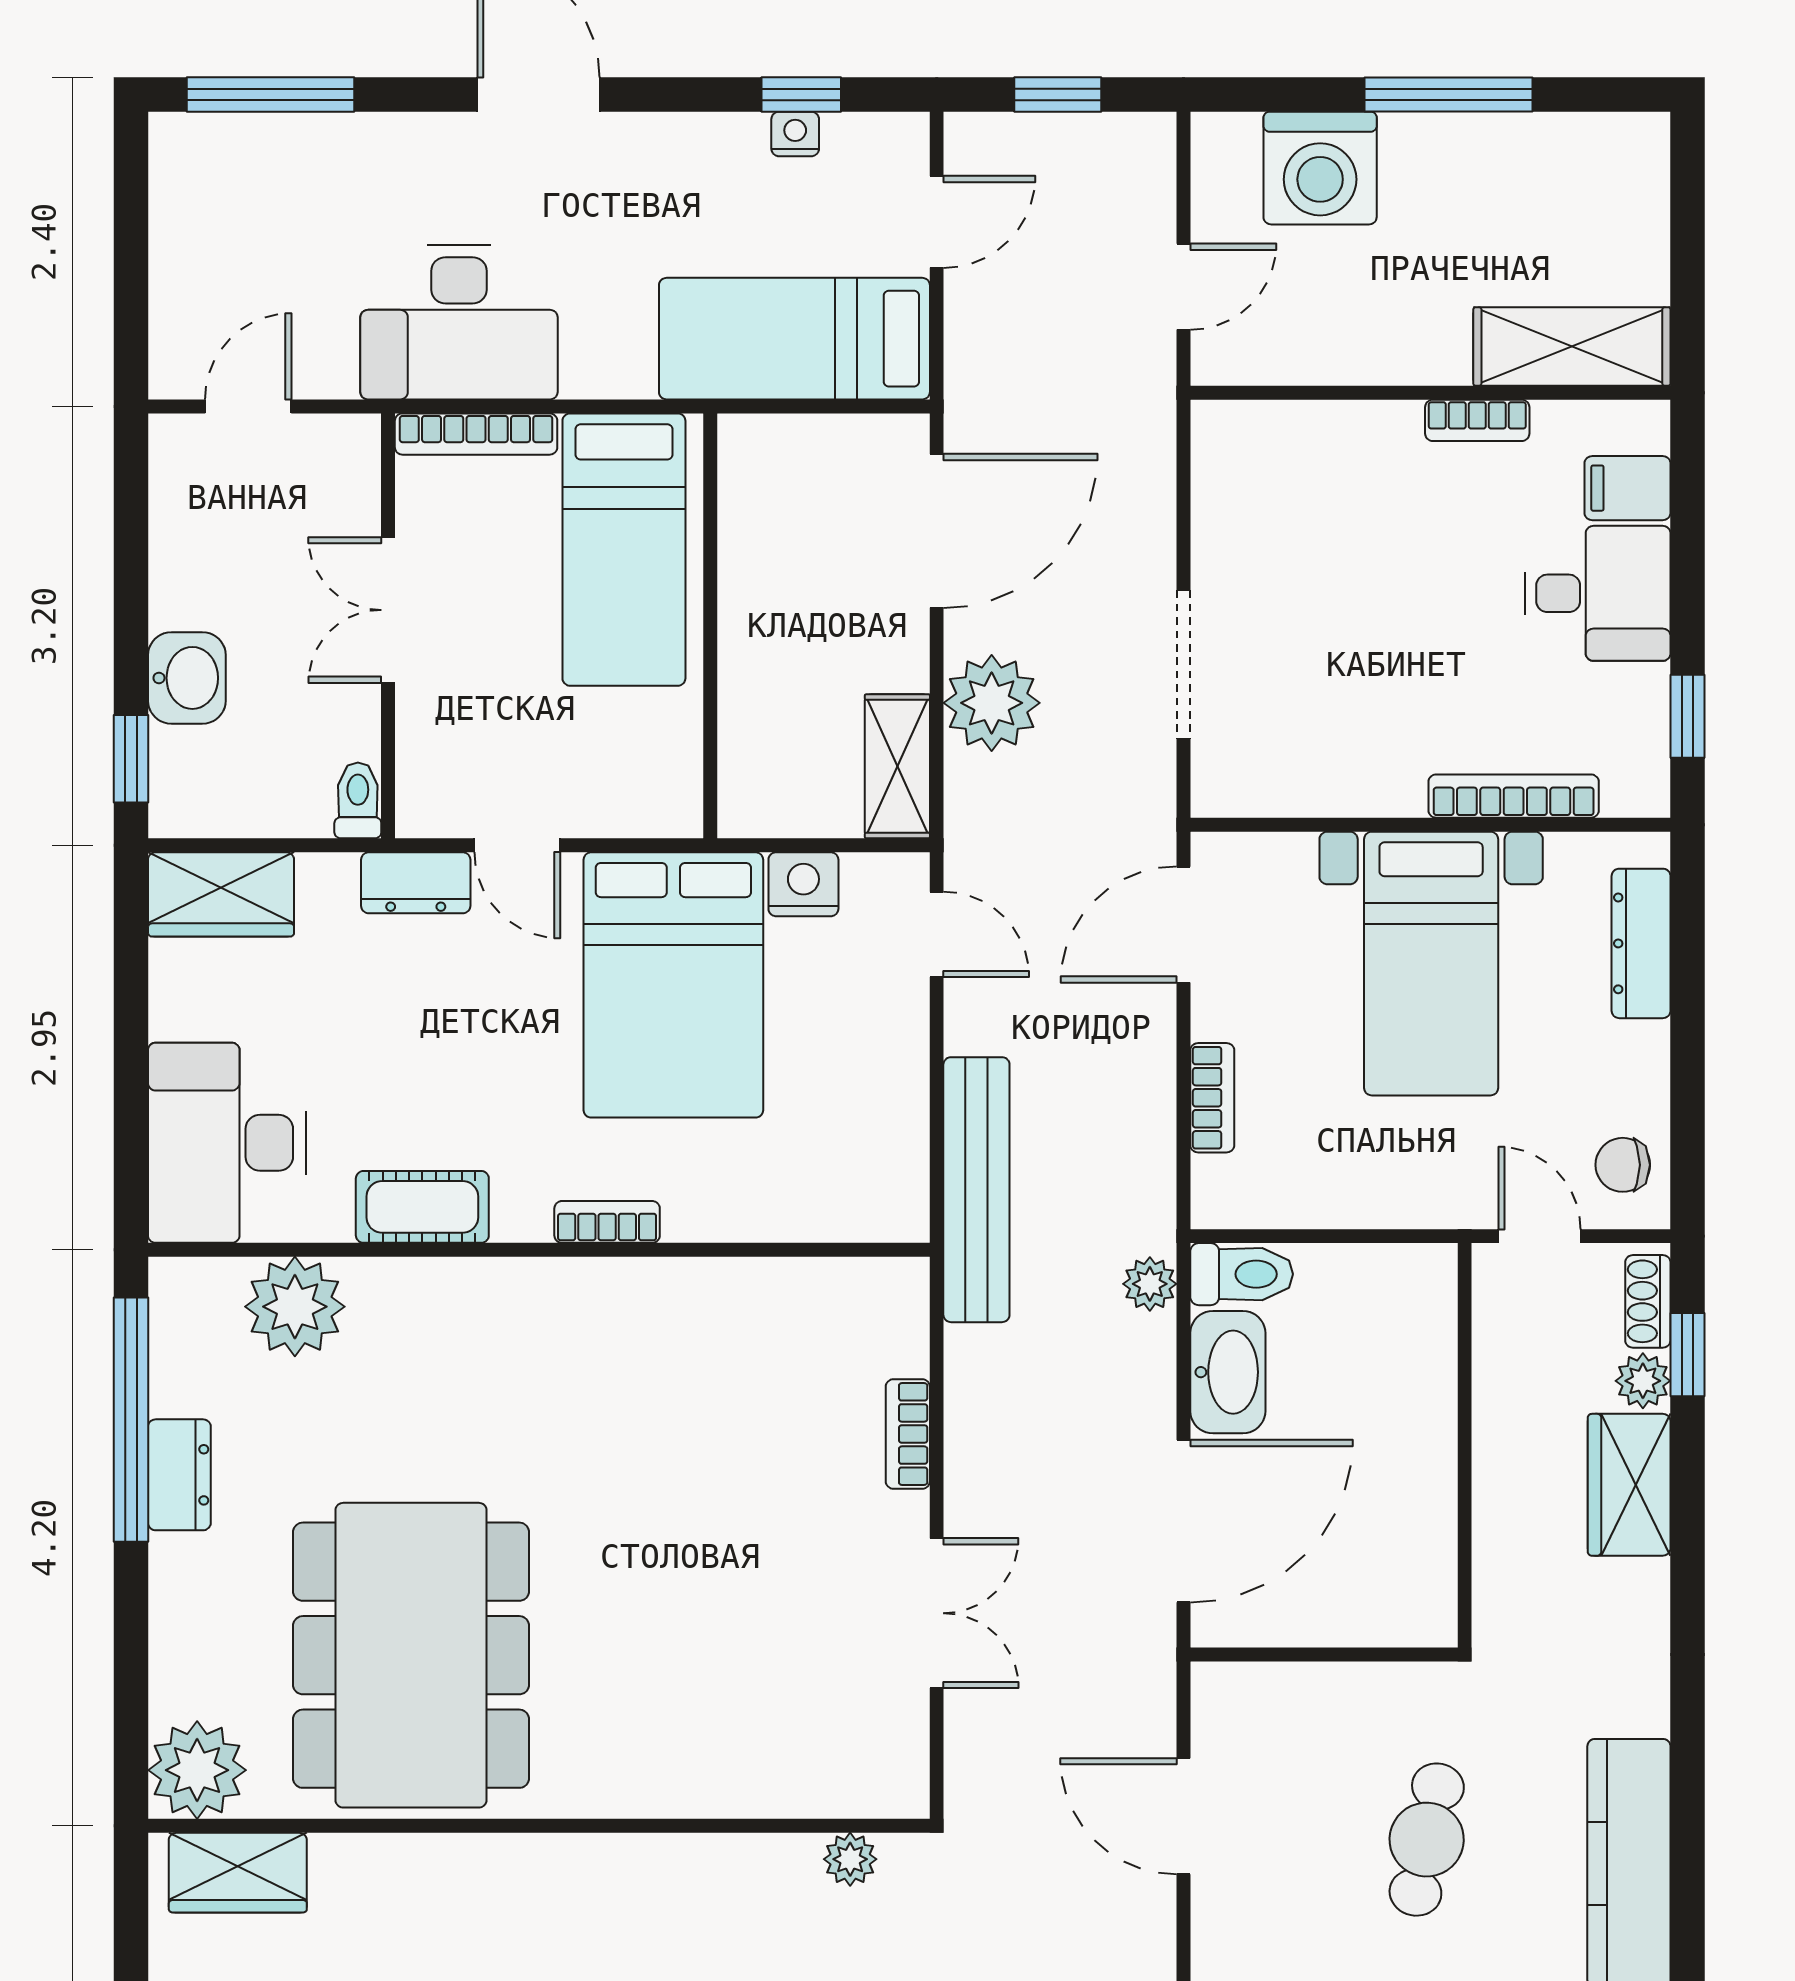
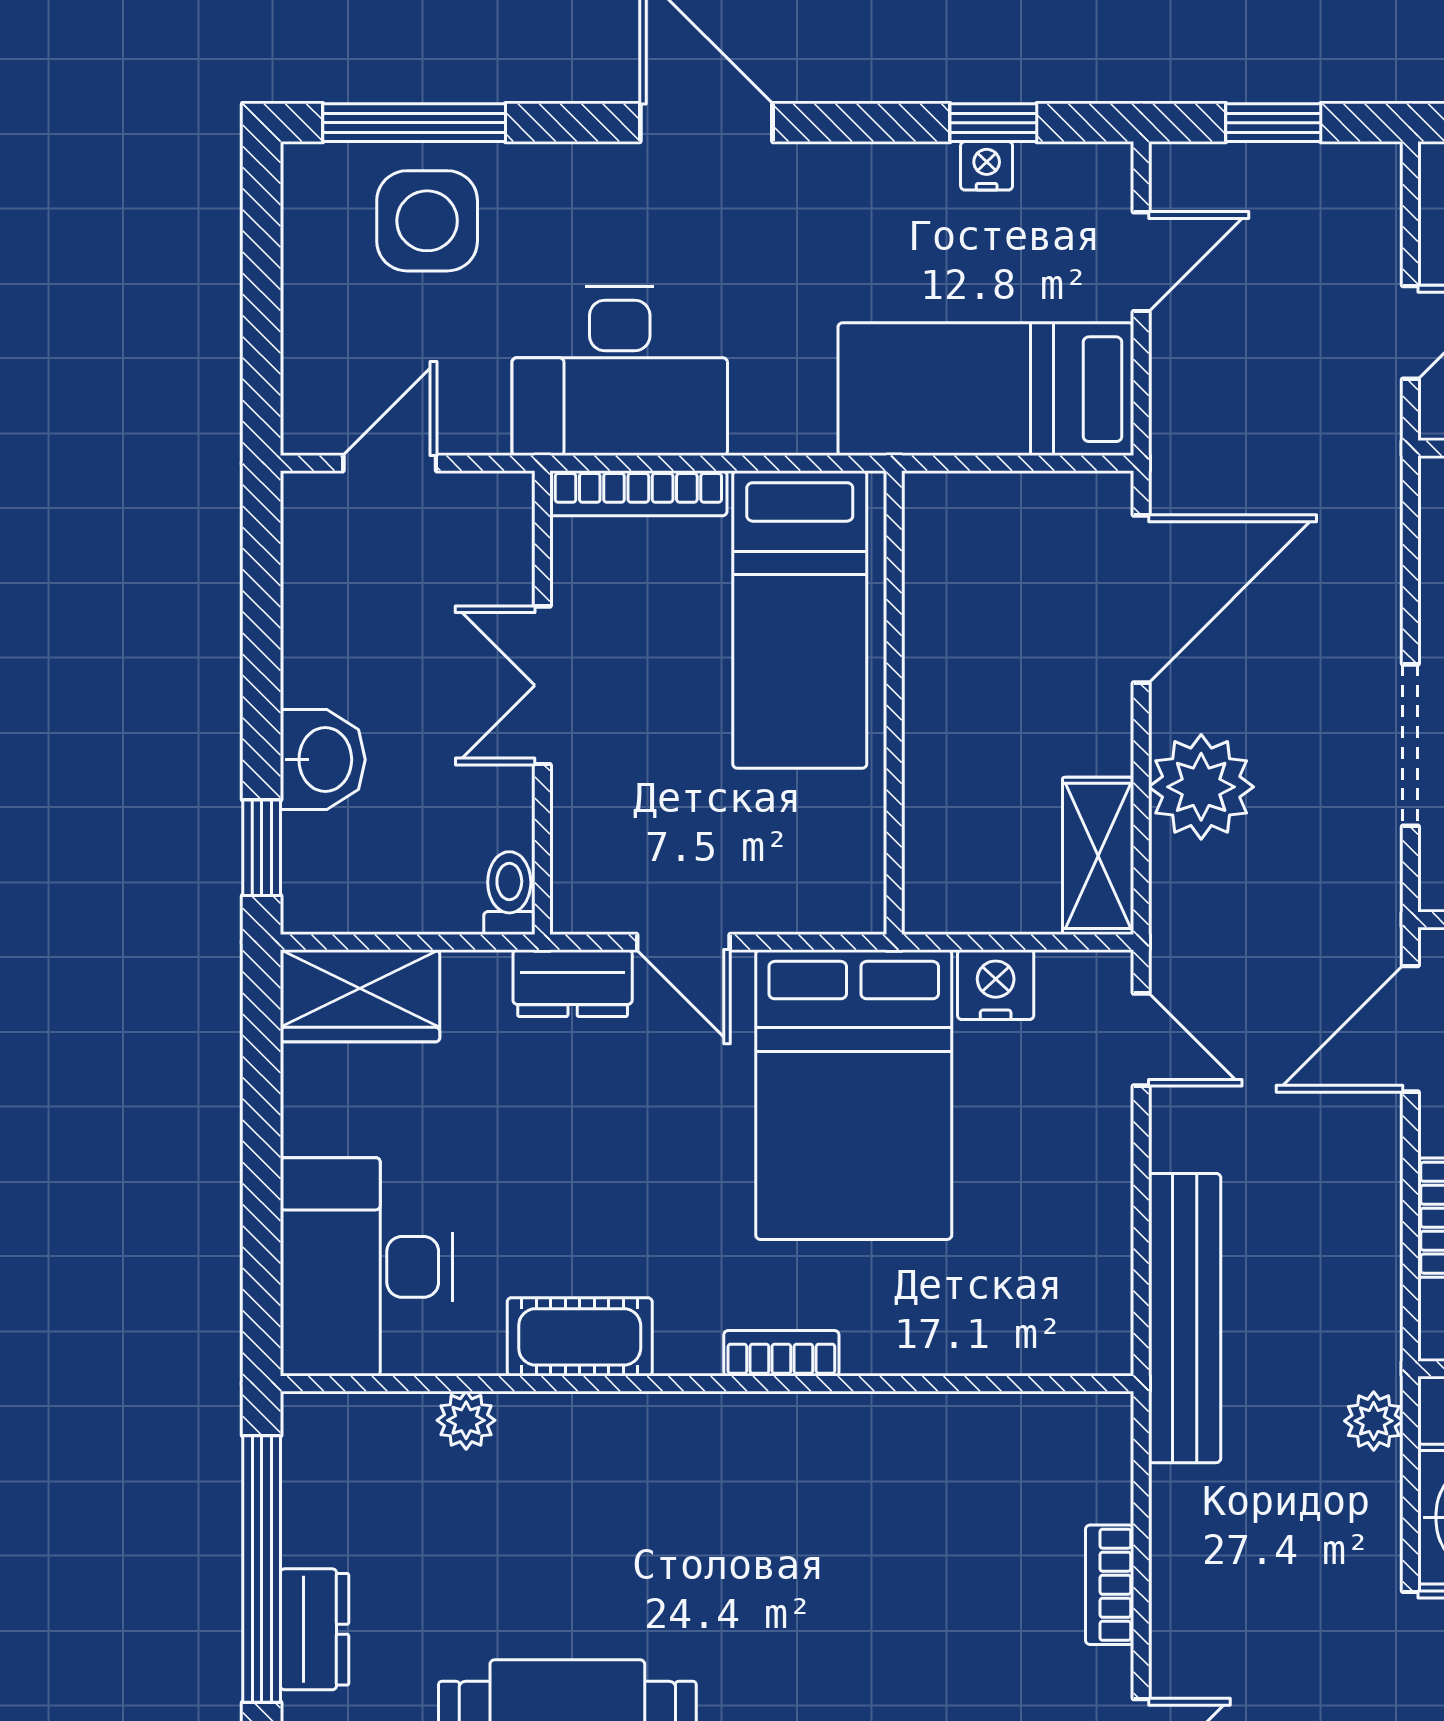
side table: (282, 184) -> (427, 221), added
plant: (295, 1307) -> (466, 1420), width x0.53, depth x0.53

